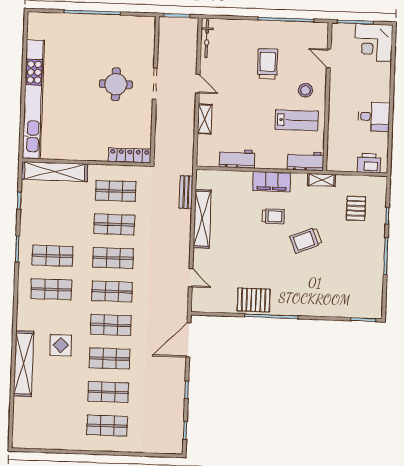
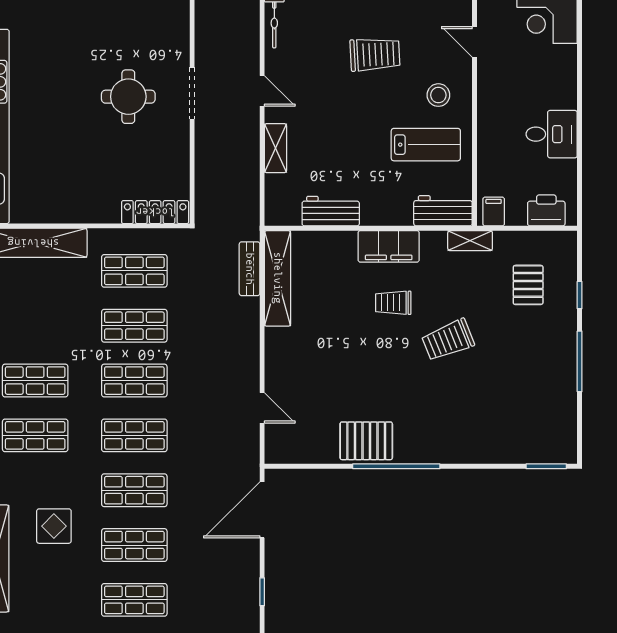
trolley: (268, 64) -> (375, 54), turned 87
filing cabinet: (337, 163) -> (494, 211), added
trolley: (273, 216) -> (393, 303), turned 180
shelving: (202, 219) -> (278, 278), moved

